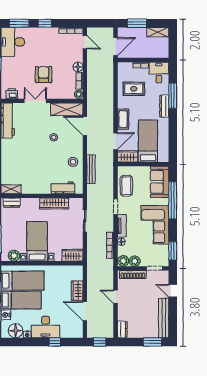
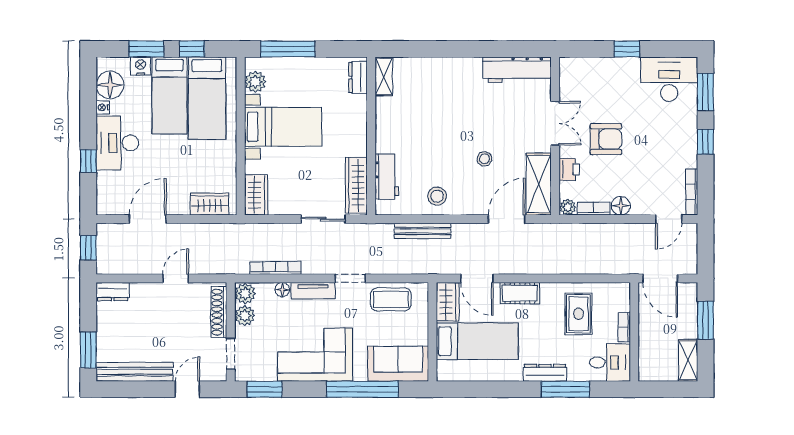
printer: (12, 94) -> (569, 169), moved
wardrobe: (54, 203) -> (356, 185), moved
wardrobe: (77, 291) -> (210, 204), moved

